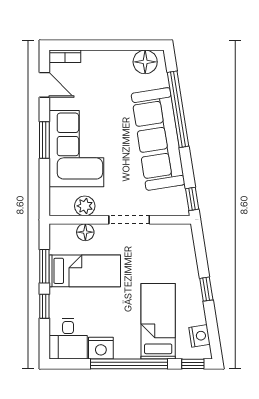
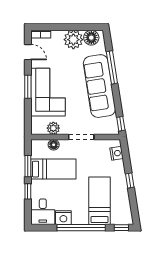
plant: (117, 65) -> (73, 40), added
window: (178, 109) -> (112, 67), width x0.68
nightstand: (199, 336) -> (117, 153), moved

